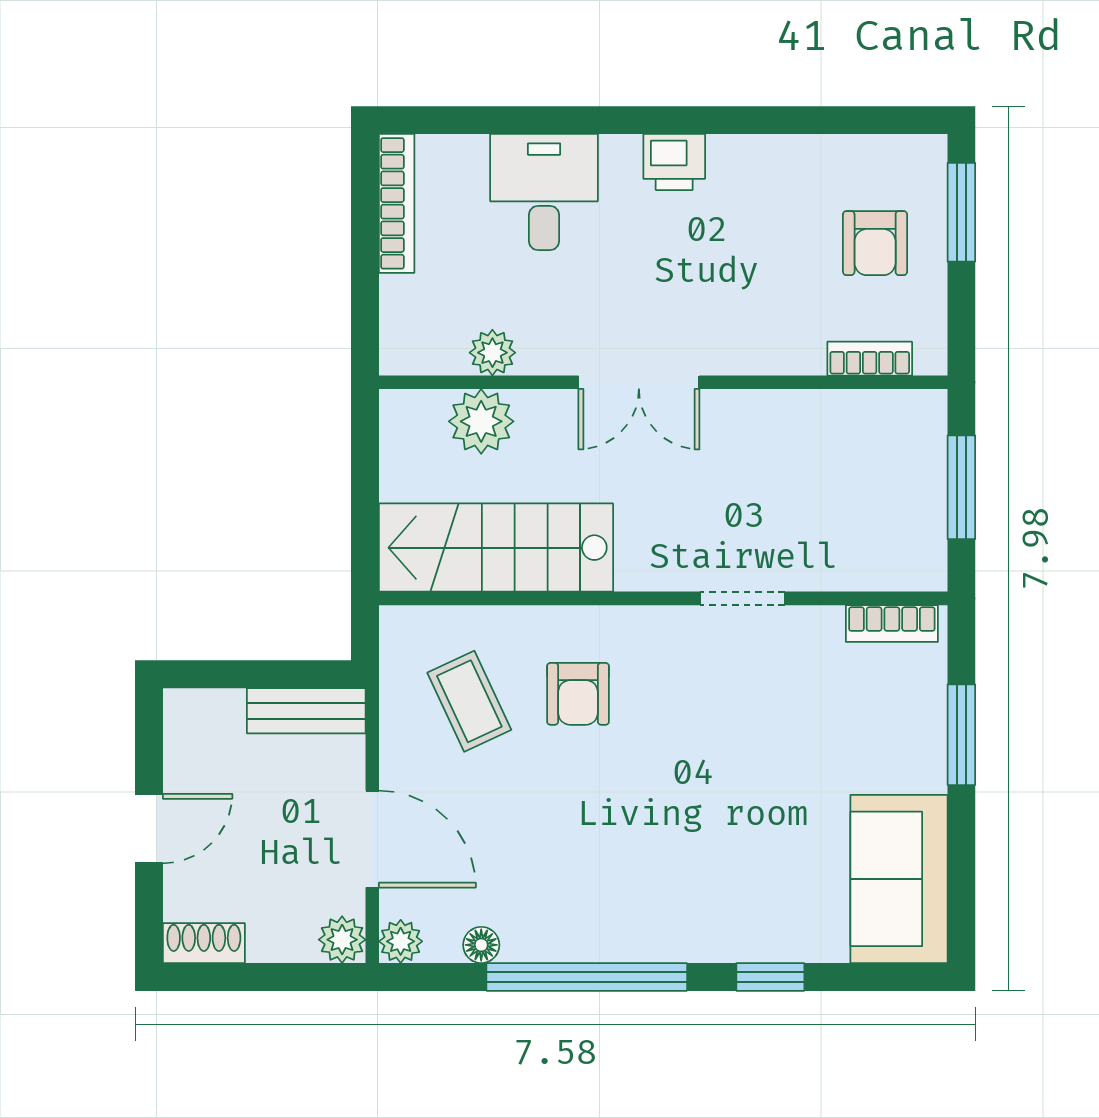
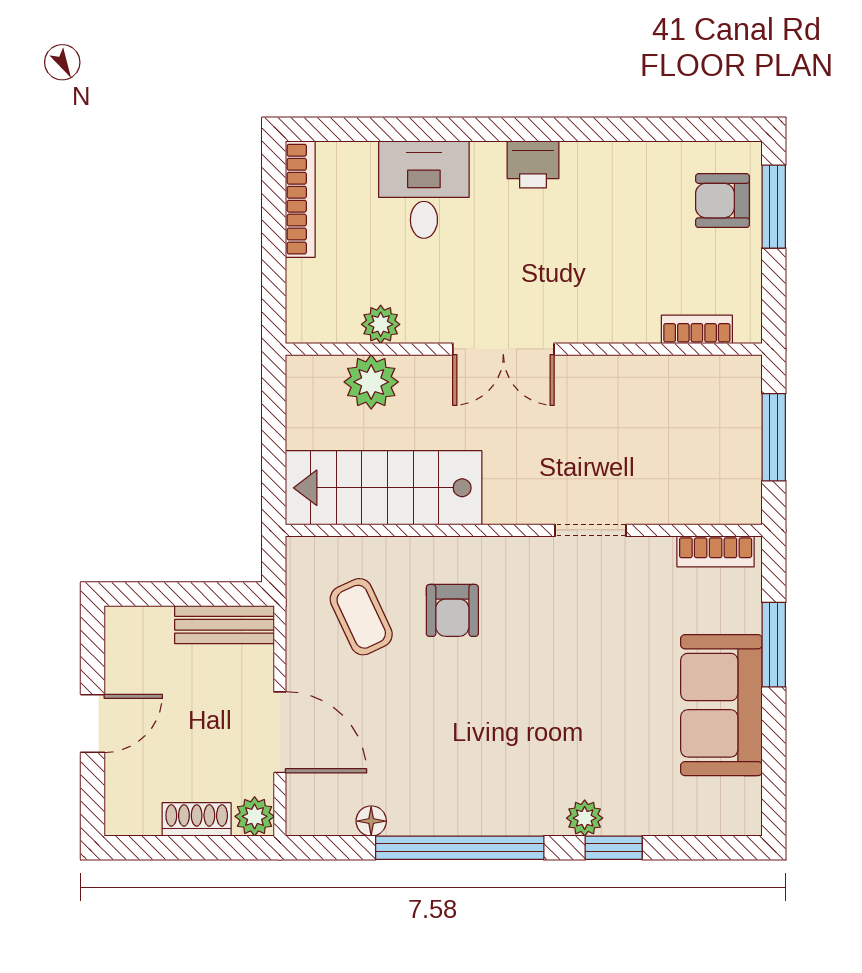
armchair: (875, 243) -> (722, 201), moved, turned 90
sofa: (899, 879) -> (721, 705), moved
plant: (401, 941) -> (585, 818), moved
shoe rack: (204, 943) -> (197, 819), moved

